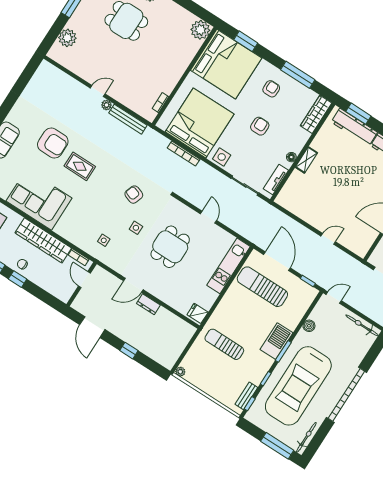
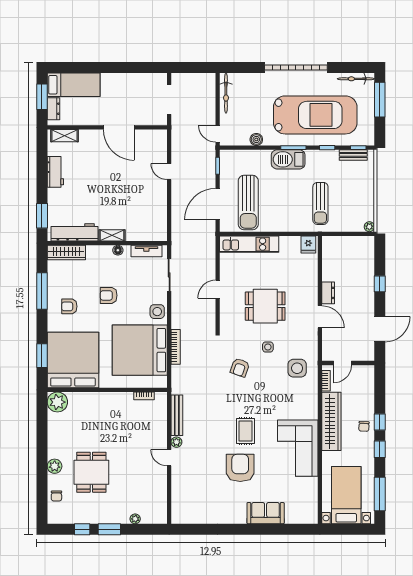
plant: (67, 38) -> (135, 519), width x0.53, depth x0.53
workbench: (354, 127) -> (75, 232), moved, turned -90
side table: (104, 240) -> (297, 368), width x1.87, depth x1.87

